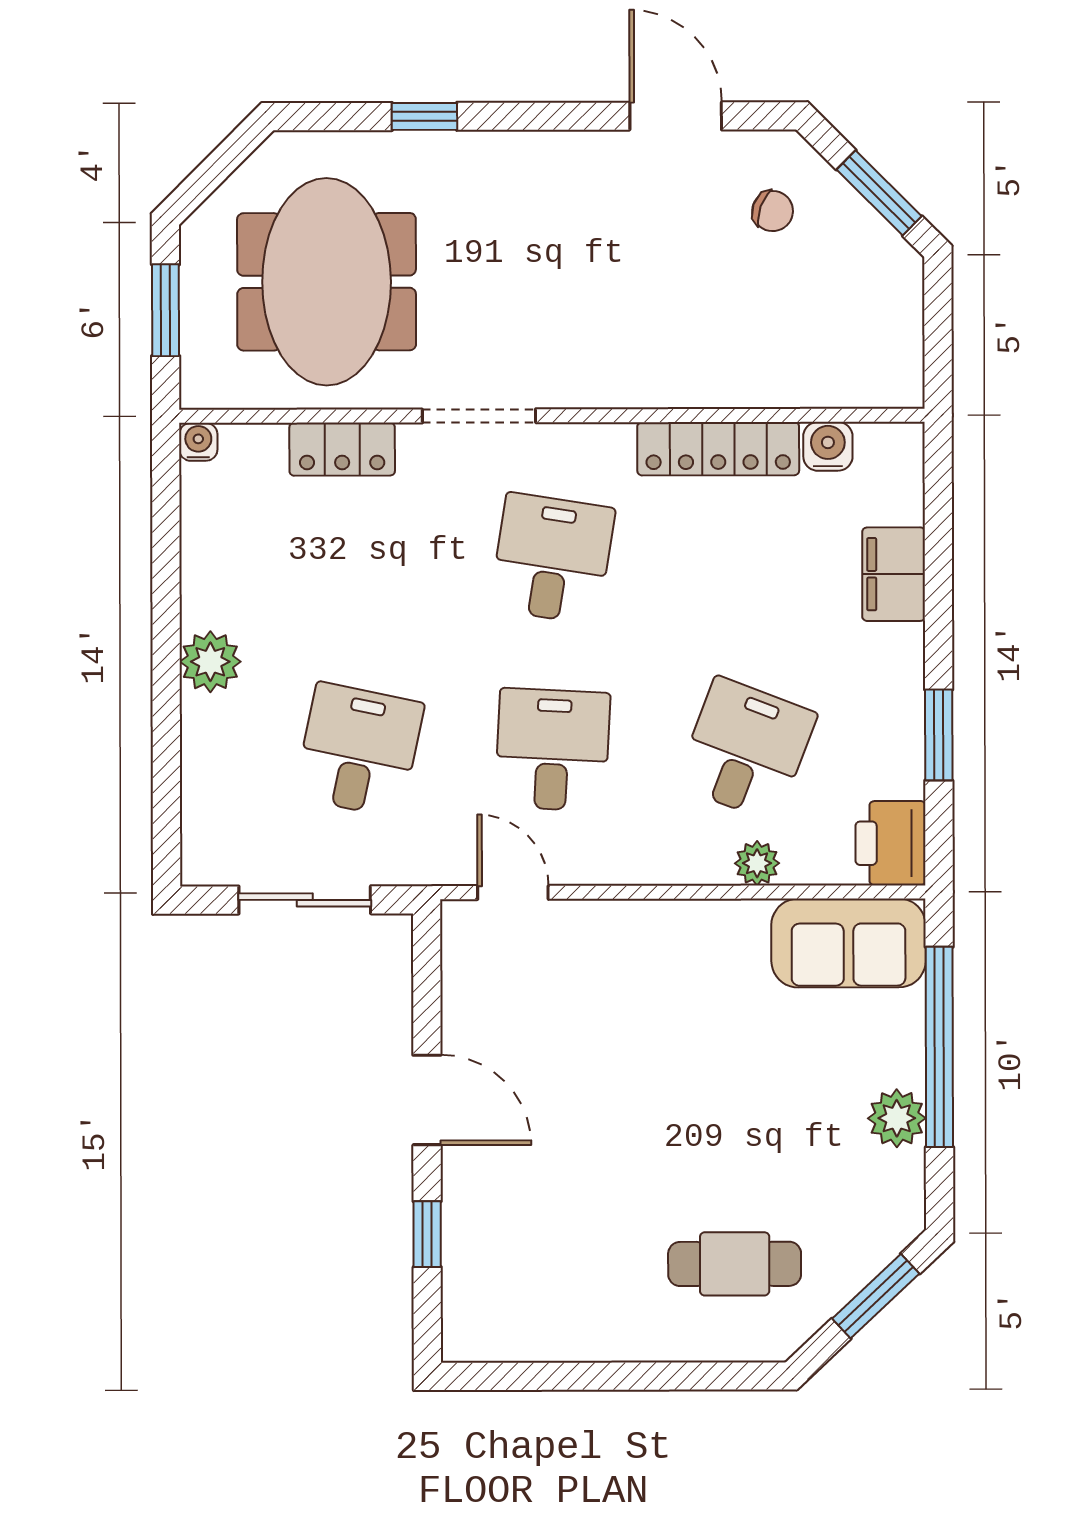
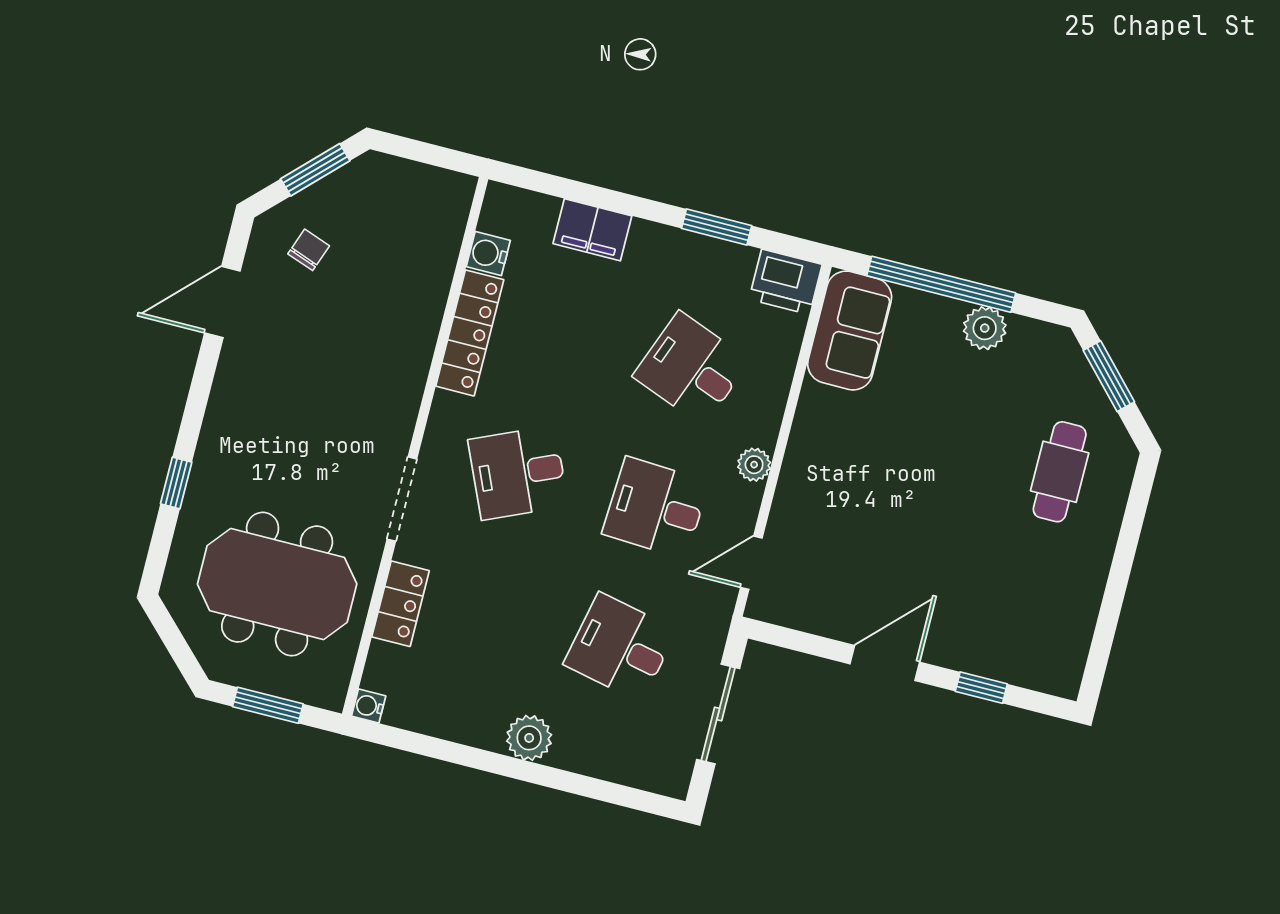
desk: (552, 559) -> (518, 473), turned -33
plant: (757, 863) -> (754, 465), moved

